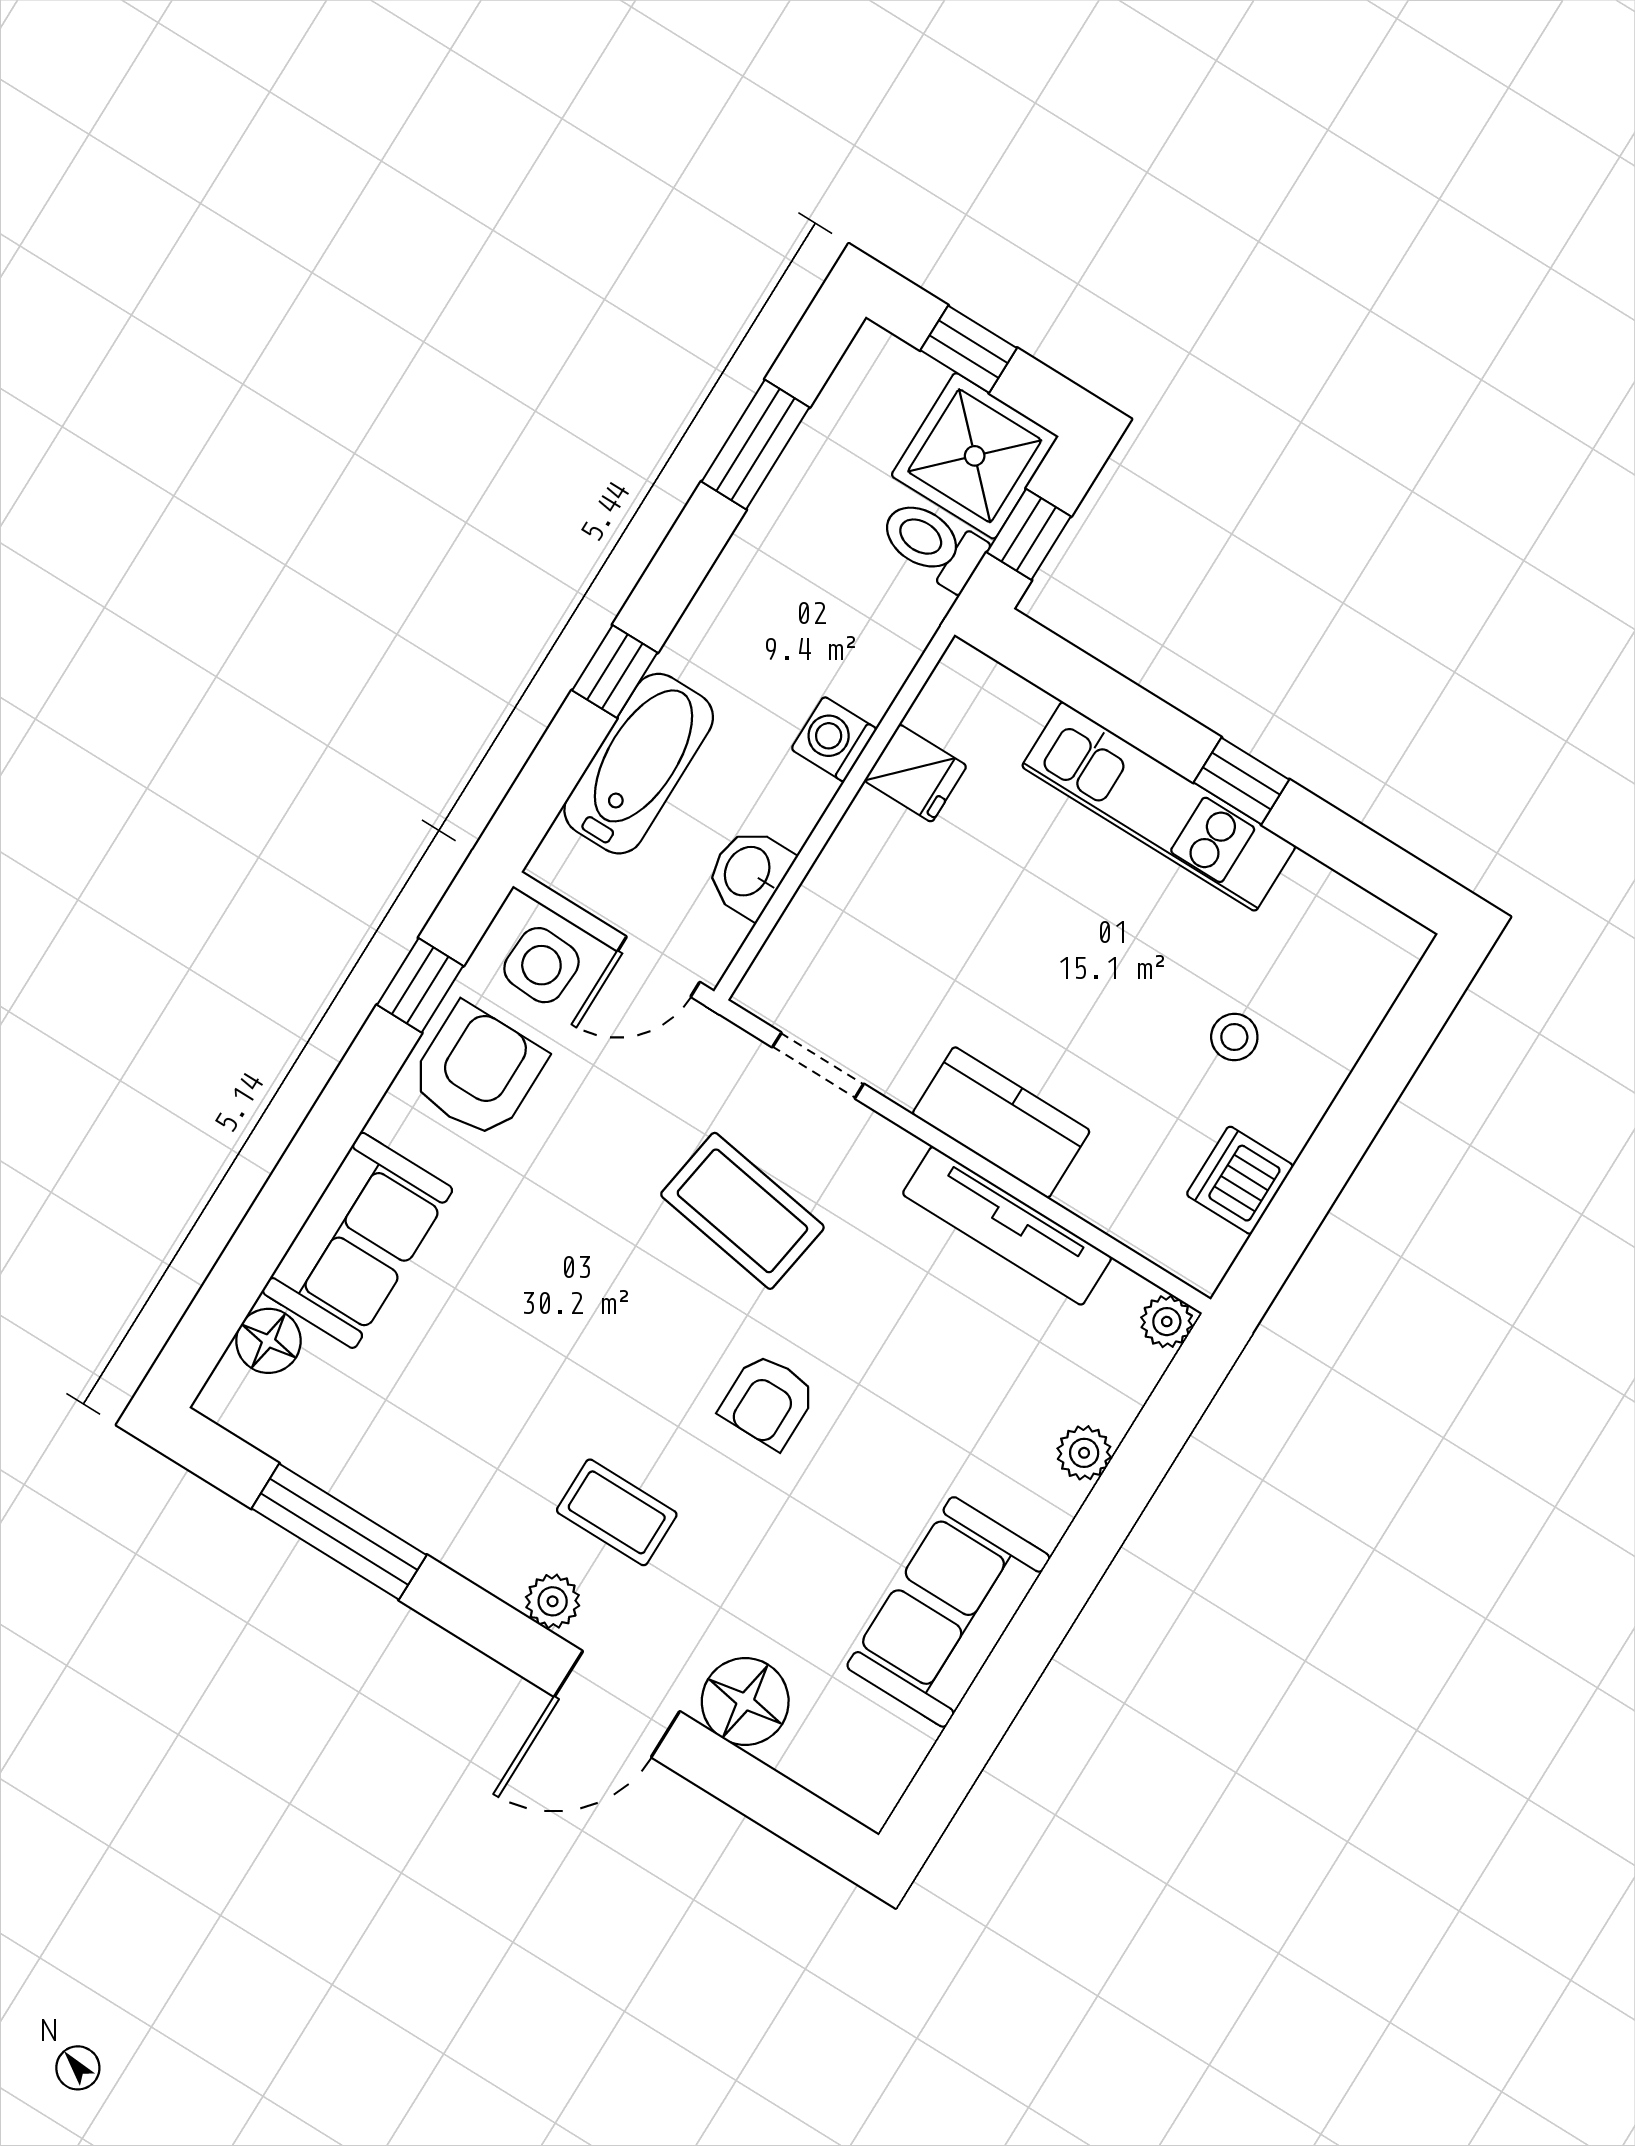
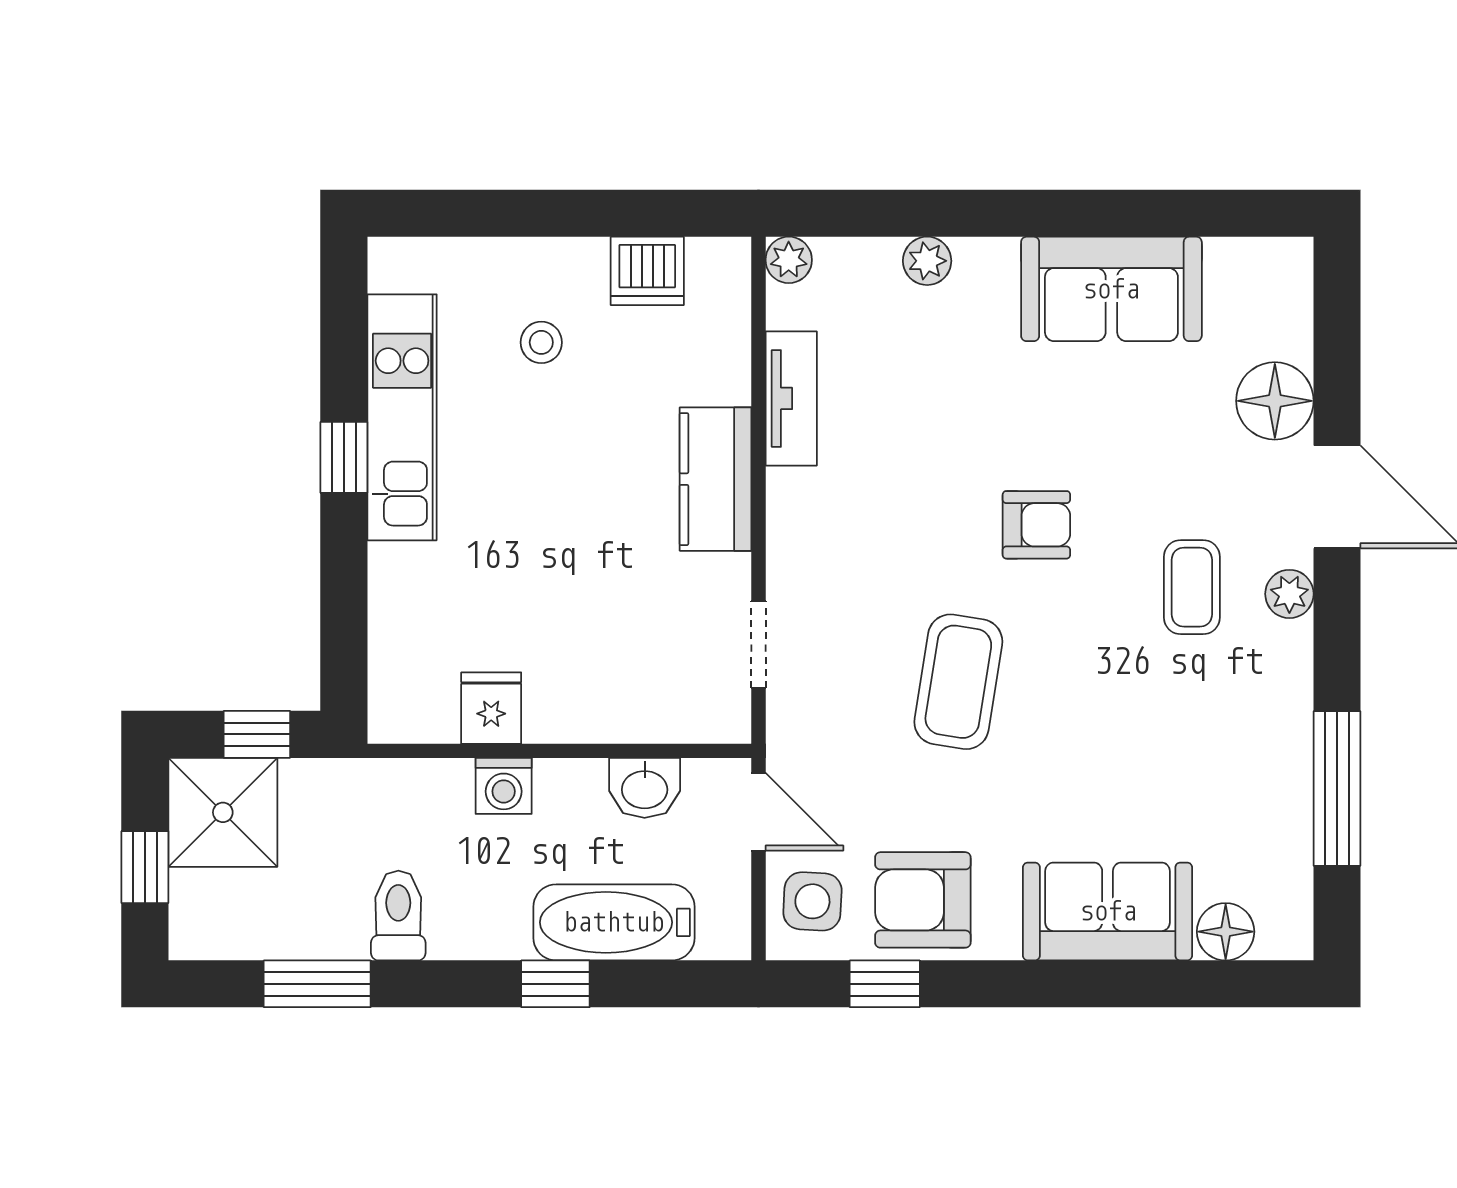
toilet: (933, 544) -> (398, 915), moved, turned 180
kitchen unit: (1159, 806) -> (402, 417), moved
coffee table: (742, 1211) -> (958, 682), moved
tv unit: (1007, 1226) -> (791, 398), width x0.71

